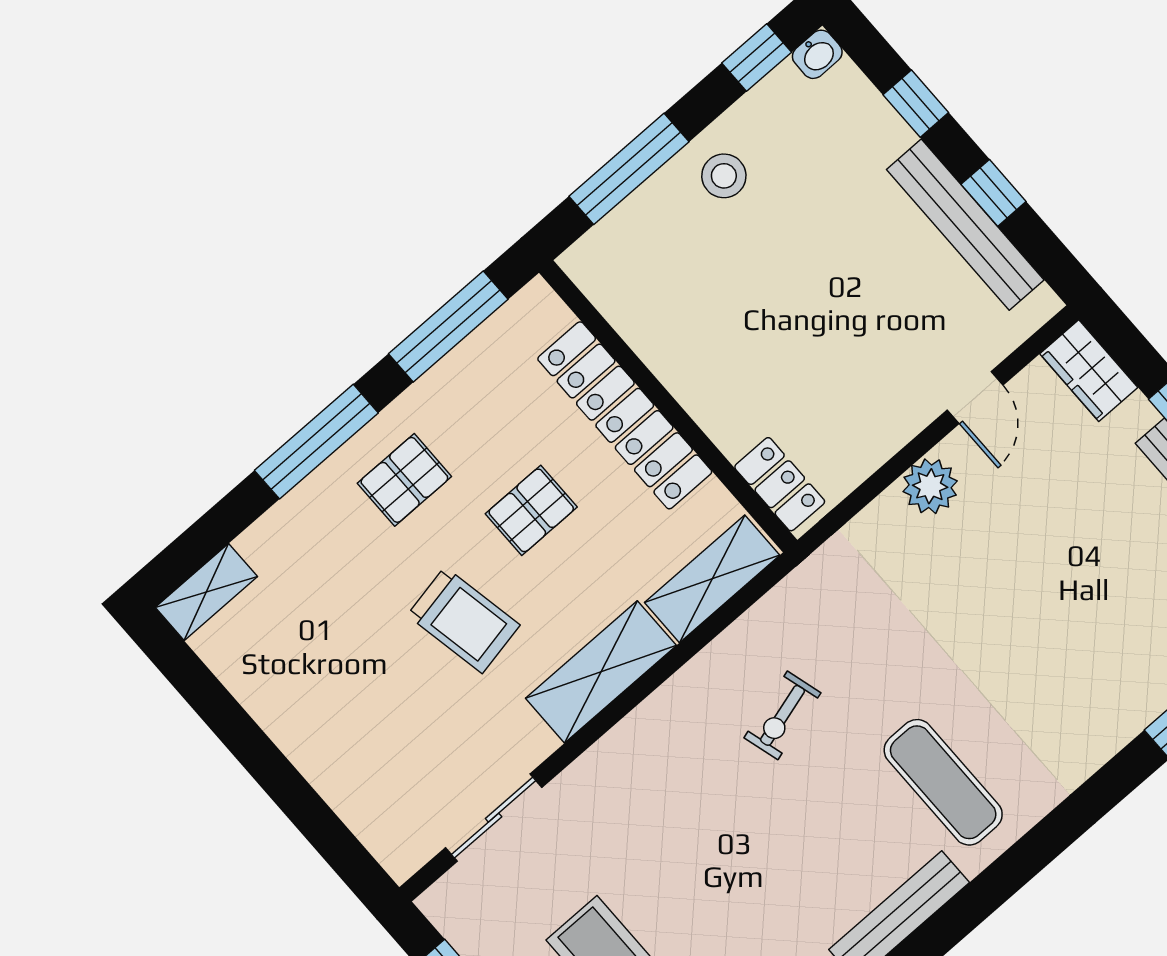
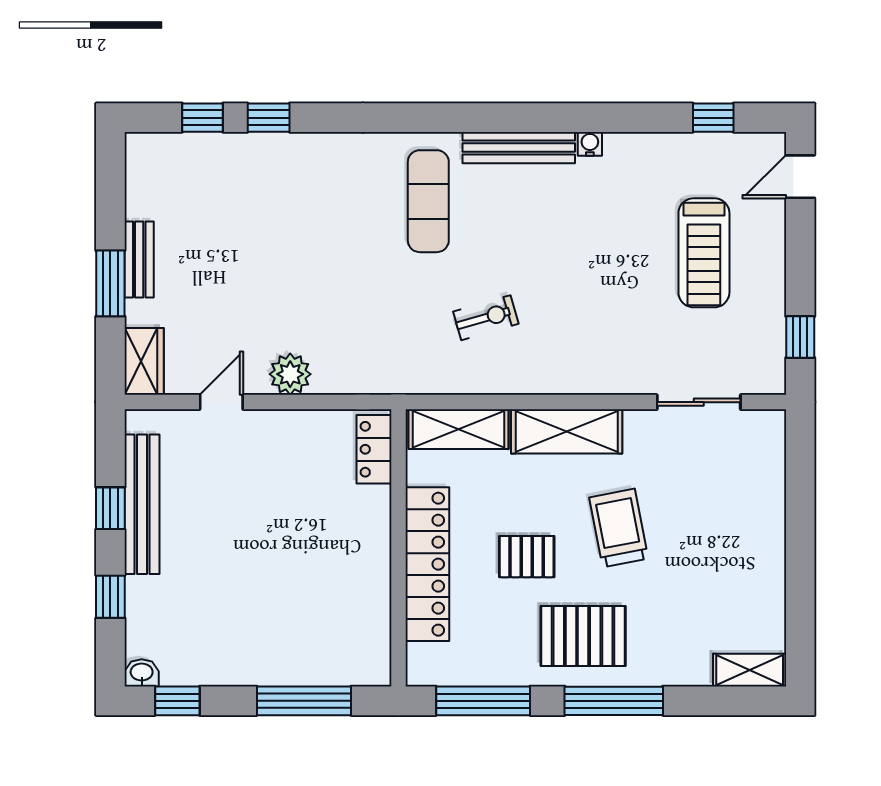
stool: (724, 176) -> (254, 650), removed
pallet: (404, 480) -> (583, 636), width x1.50, depth x1.42

